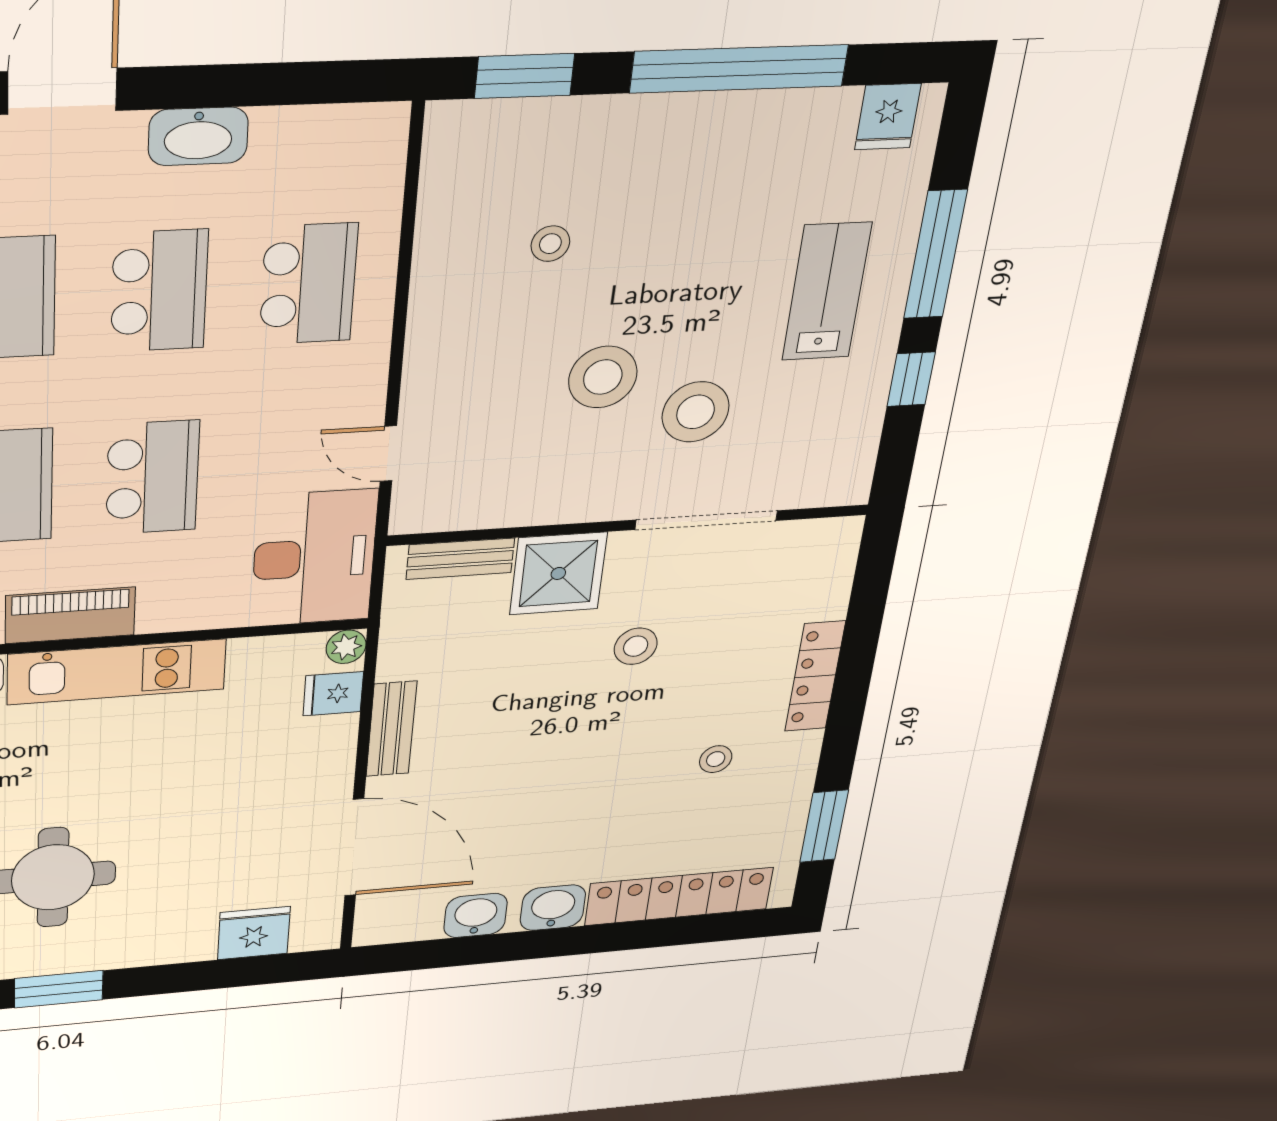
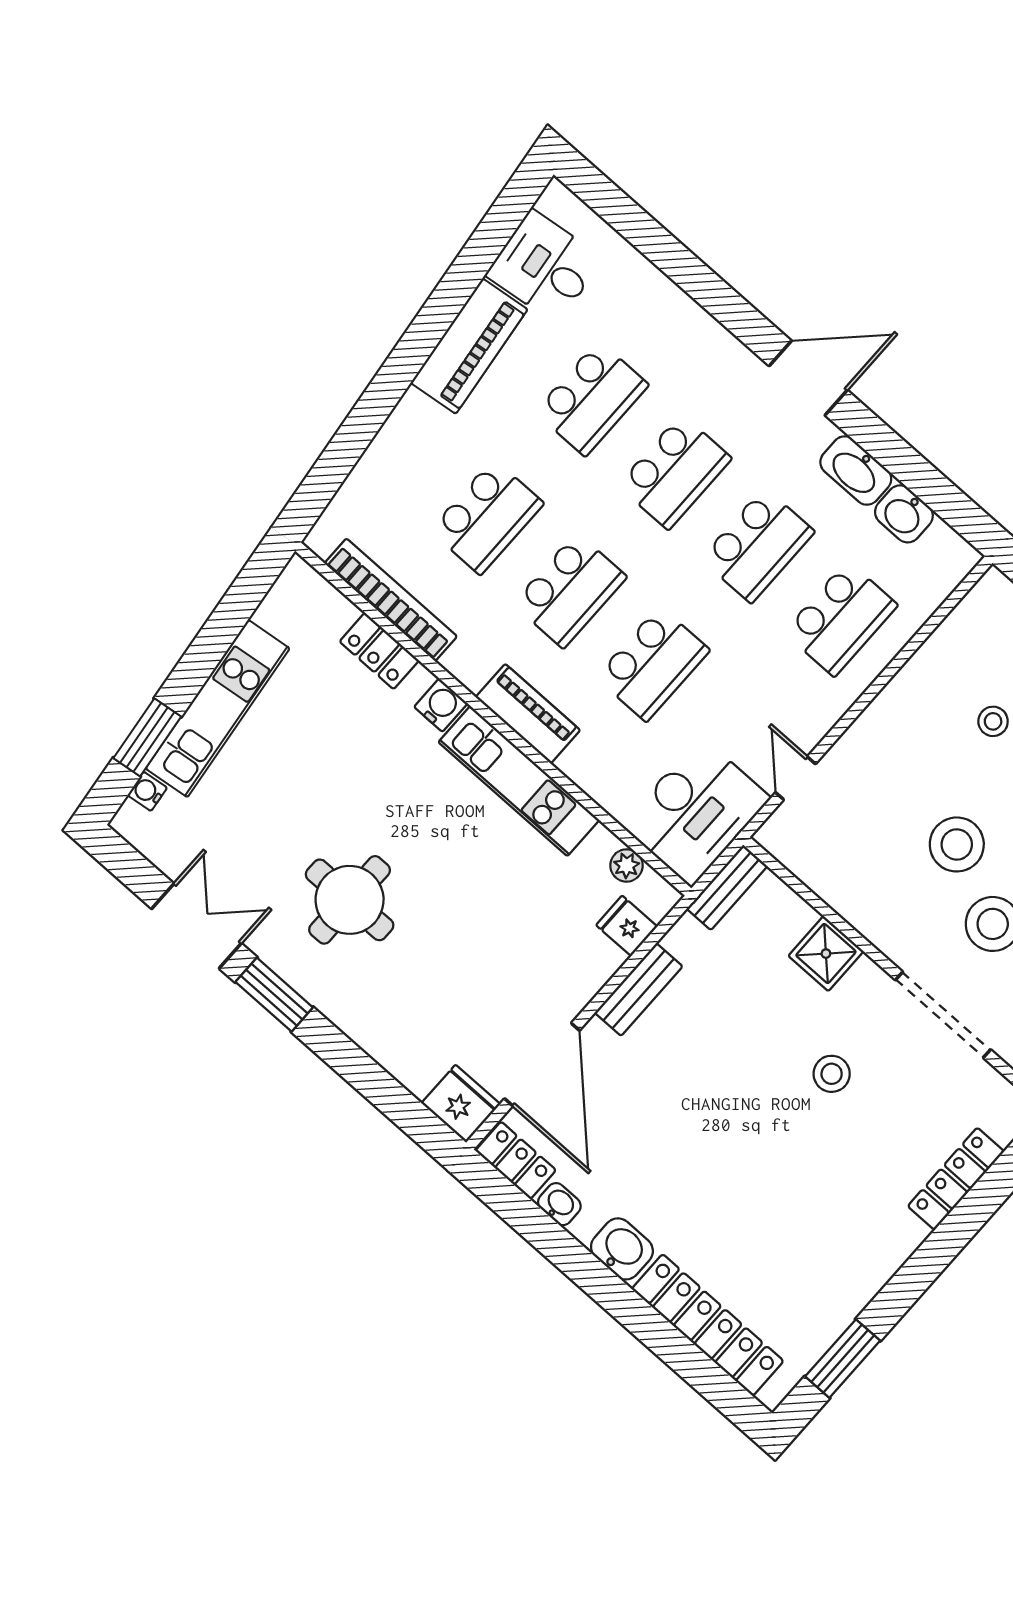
washbasin: (288, 134) -> (904, 514), added
bench: (460, 559) -> (727, 887), moved, turned 90
shower: (558, 573) -> (826, 954), width x0.73, depth x0.73
plant: (346, 647) -> (627, 865), moved
locker: (815, 676) -> (956, 1179), moved
stool: (716, 759) -> (815, 1223), removed
washbasin: (476, 915) -> (559, 1204), width x0.72, depth x0.69
locker: (397, 926) -> (516, 1160), added
fridge: (254, 933) -> (461, 1104), moved

